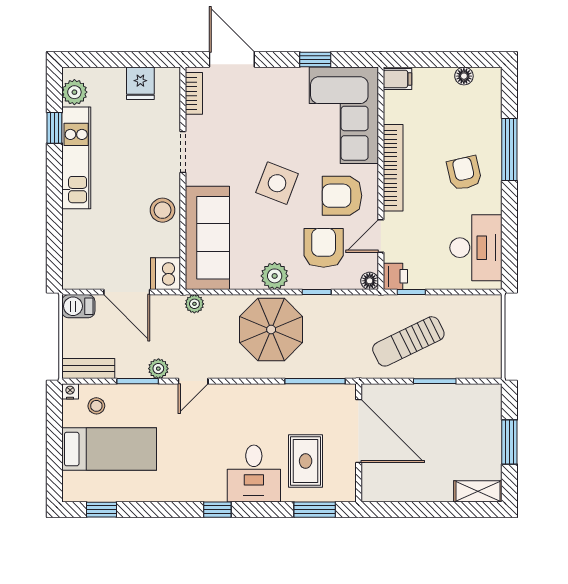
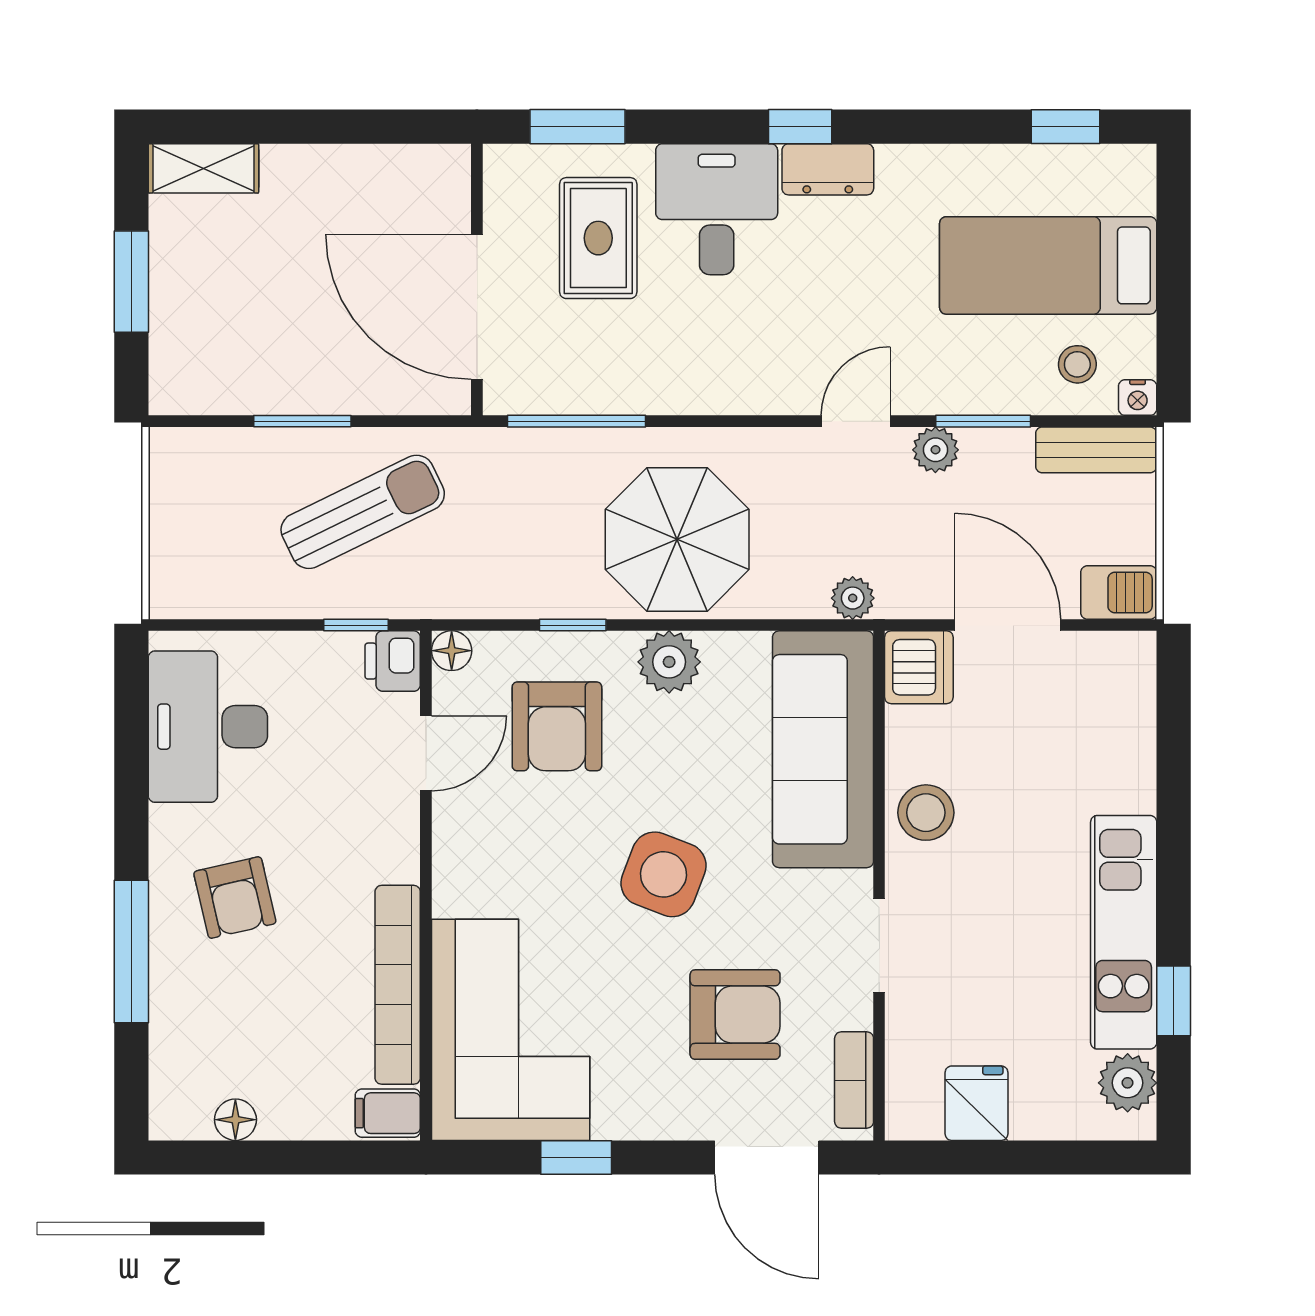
bookcase: (393, 168) -> (398, 985), moved
armchair: (342, 196) -> (735, 1015), moved
dresser: (205, 491) -> (828, 169), added

